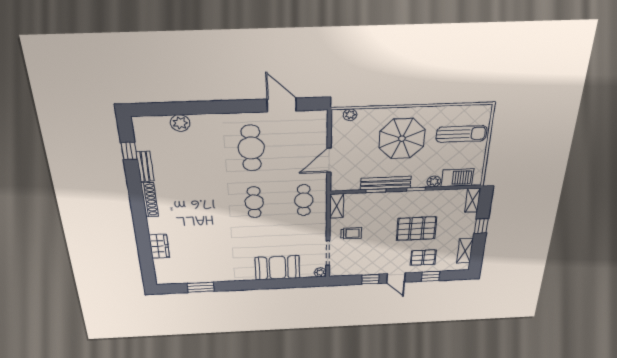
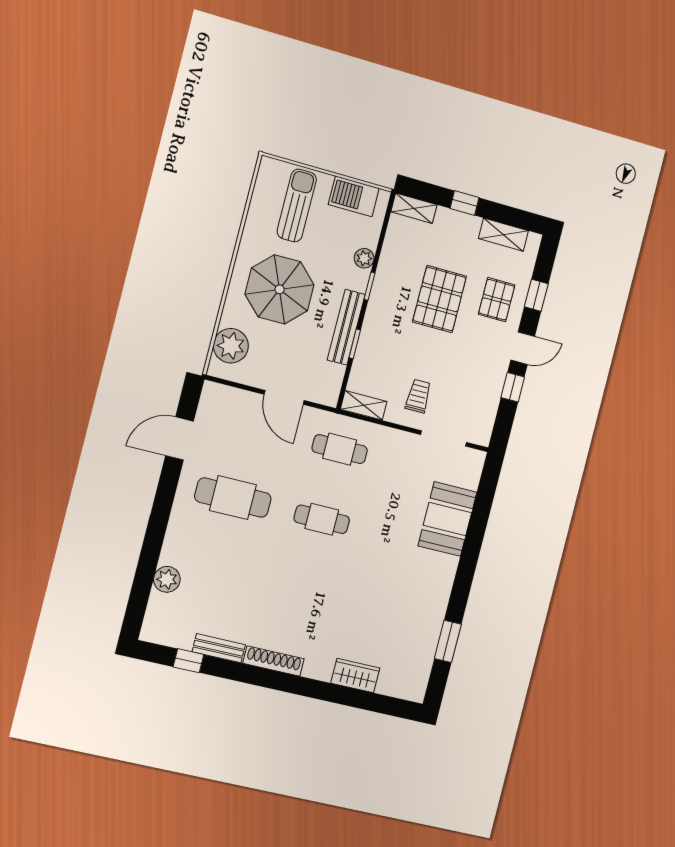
plant: (350, 115) -> (231, 346), width x1.87, depth x1.87
barbecue: (457, 178) -> (354, 196), moved, turned -90
plant: (320, 272) -> (476, 459), removed

